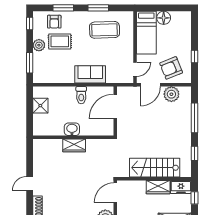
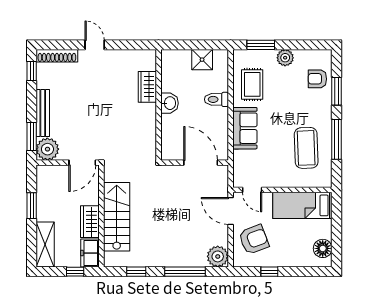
window: (98, 8) -> (337, 139), width x1.44
floor lamp: (164, 18) -> (323, 248), moved
window: (30, 24) -> (315, 45), removed
rug: (60, 41) -> (252, 84), moved
armchair: (171, 68) -> (254, 239), turned 91
plant: (171, 94) -> (218, 256), moved
toilet: (81, 95) -> (216, 99), moved
wardrobe: (74, 145) -> (147, 87), moved
door: (115, 193) -> (82, 163), swing flipped

